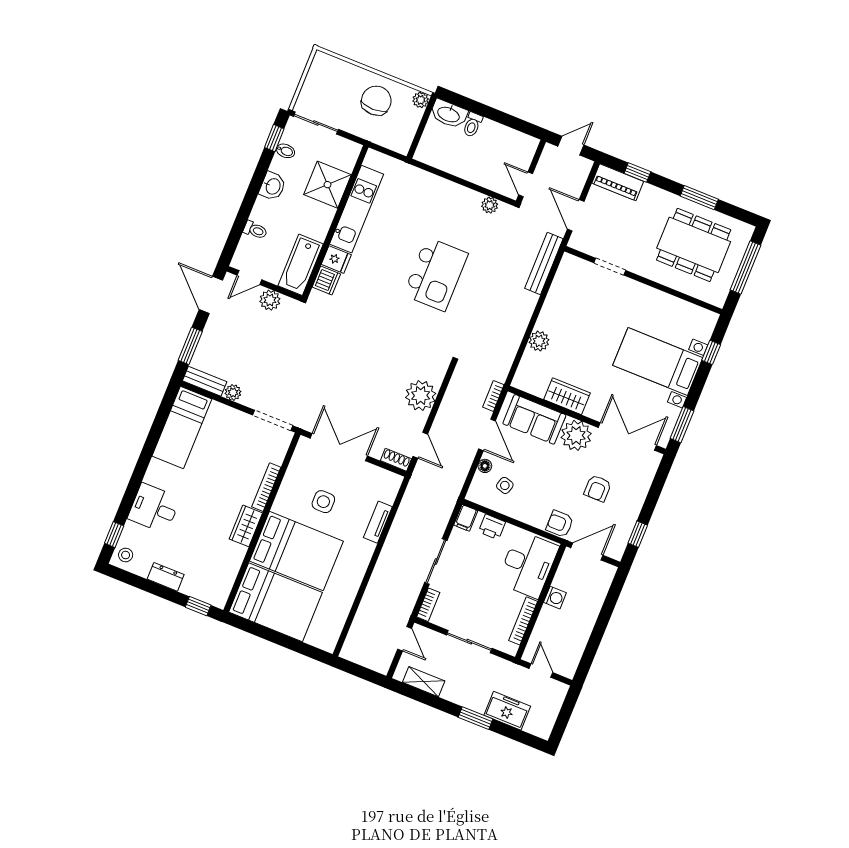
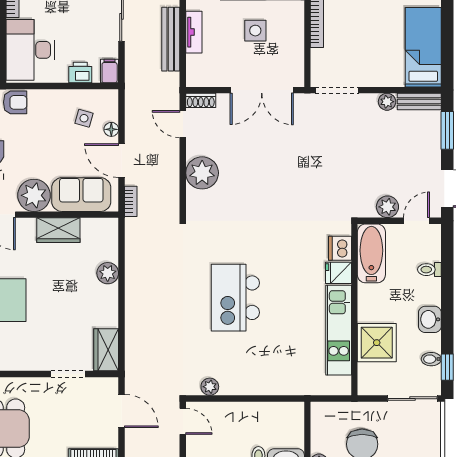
bench: (544, 263) -> (171, 39), moved
wardrobe: (568, 274) -> (106, 350), added

